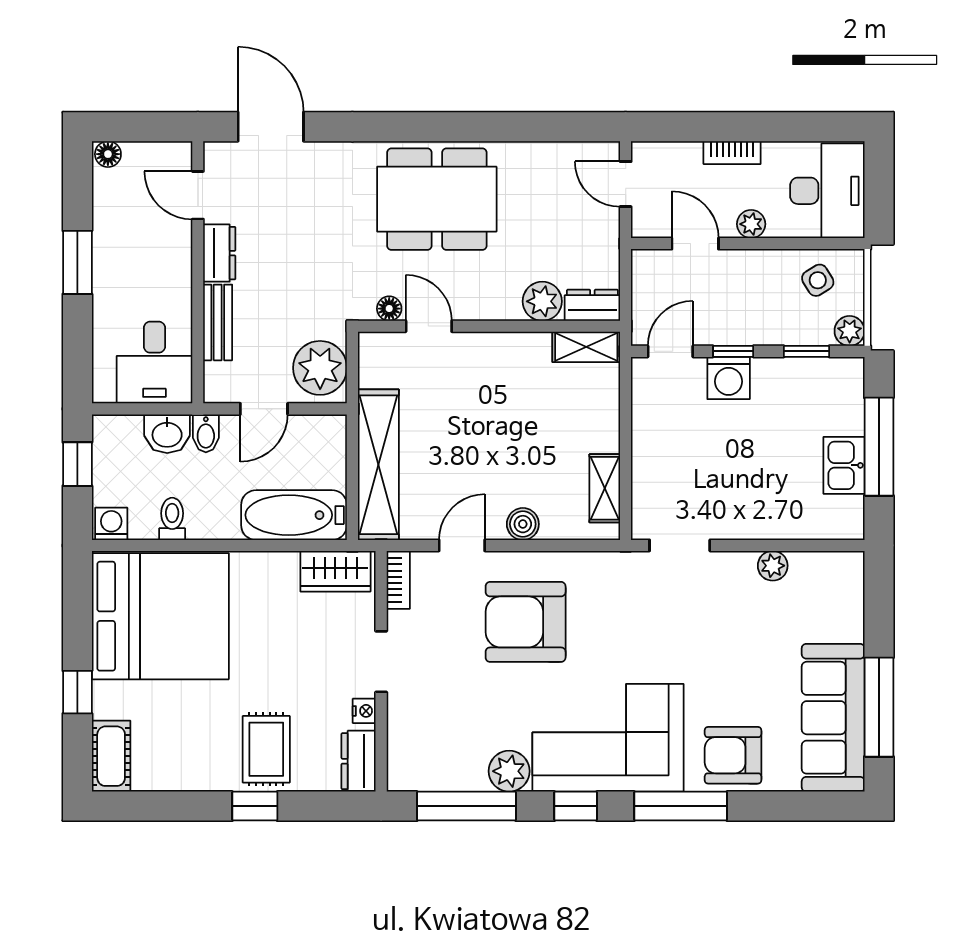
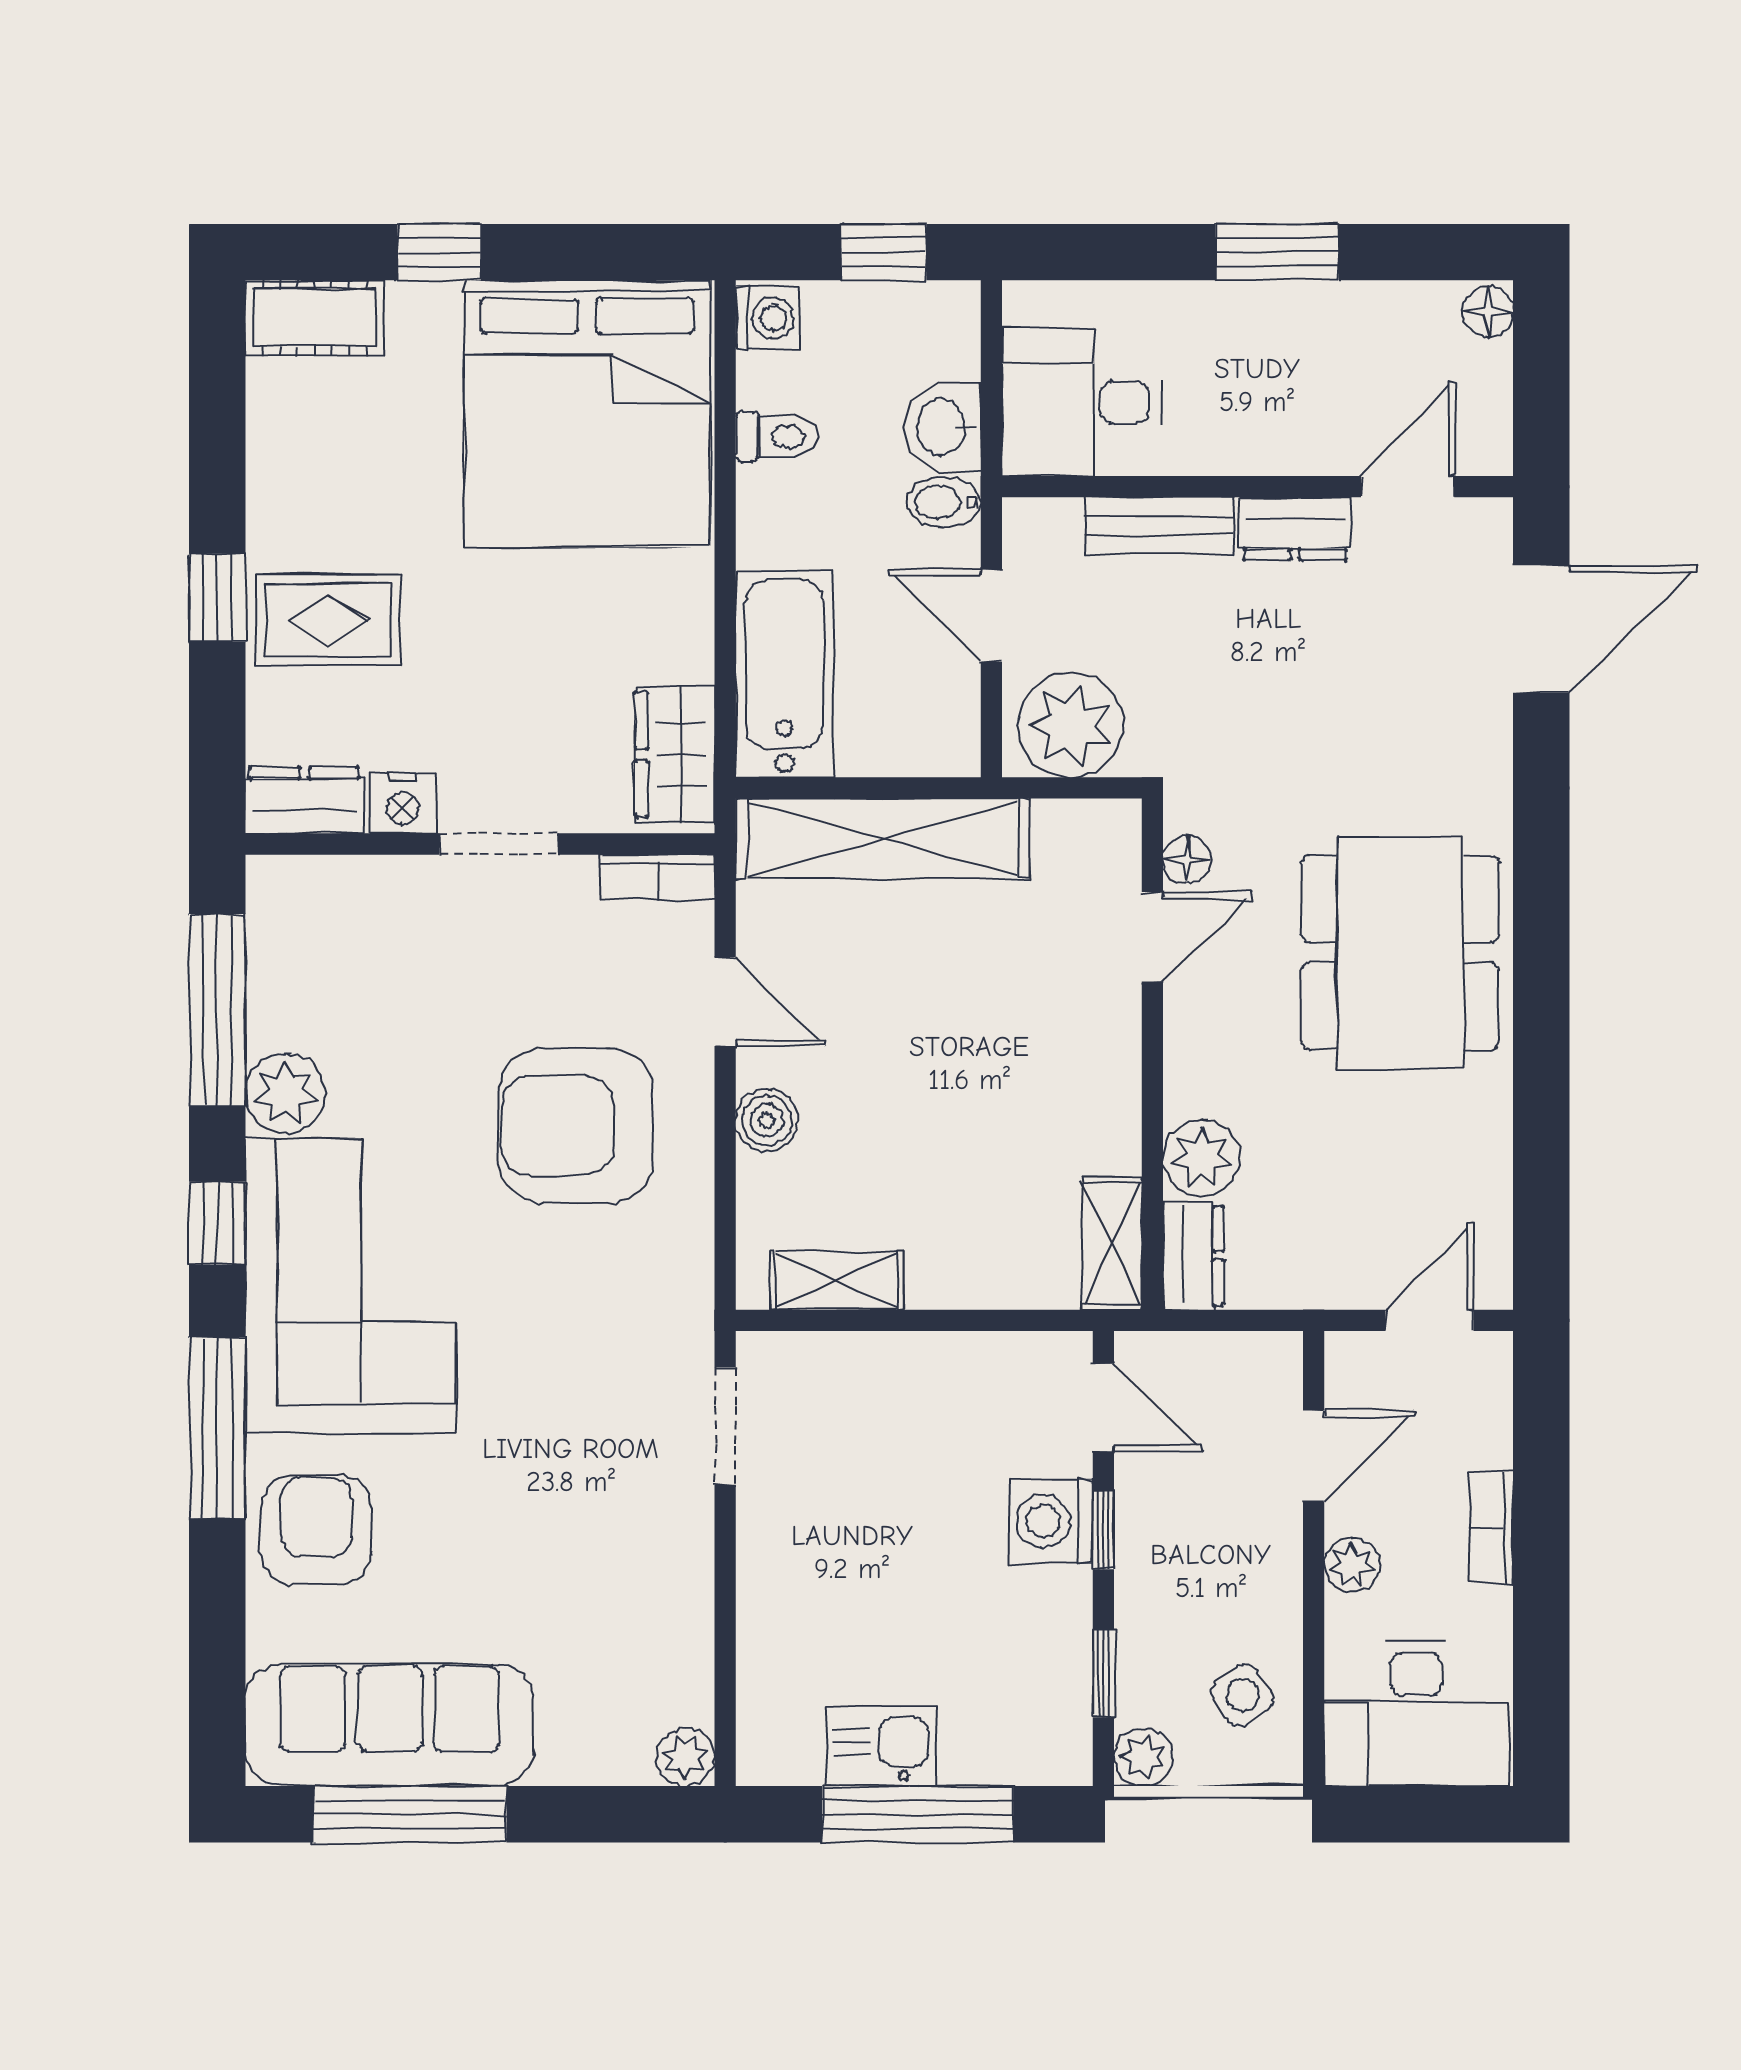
plant: (773, 566) -> (686, 1757), moved
armchair: (526, 622) -> (576, 1126), turned -90
nightstand: (364, 711) -> (403, 803), width x1.39, depth x1.35

